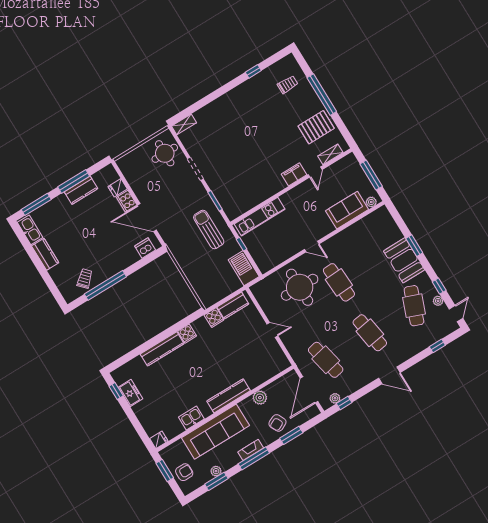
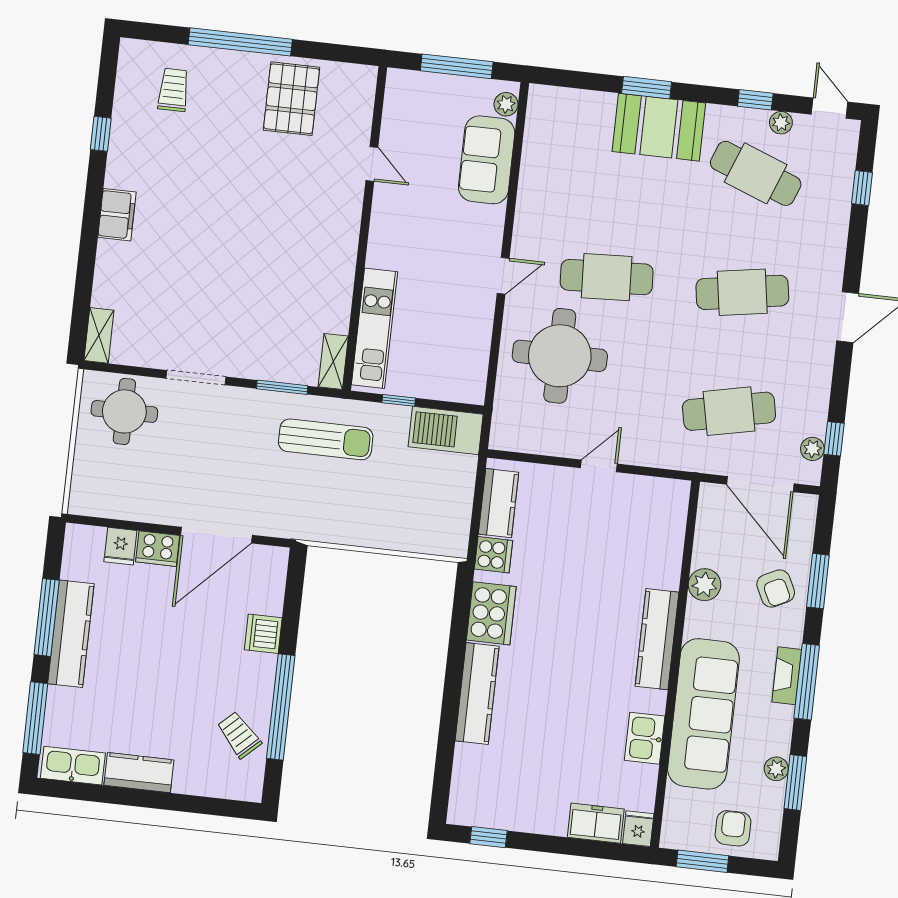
shelving: (330, 154) -> (333, 361), moved
filing cabinet: (294, 174) -> (117, 215), moved, turned 180
kitchen counter: (81, 190) -> (71, 634), width x1.50
sun lounger: (209, 230) -> (326, 439), turned 180
dishwasher: (145, 248) -> (263, 634), moved
cooker: (187, 334) -> (491, 613), width x1.87, depth x1.31
freezer: (130, 393) -> (596, 823), moved

